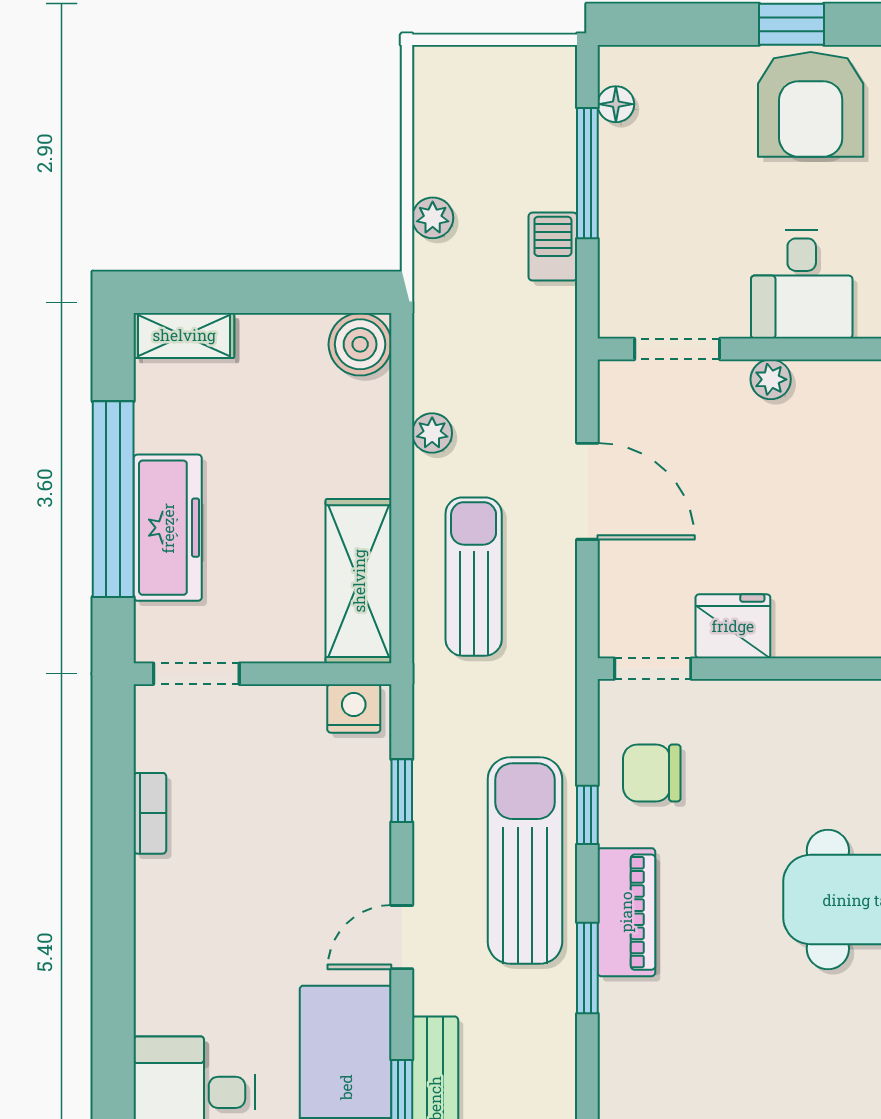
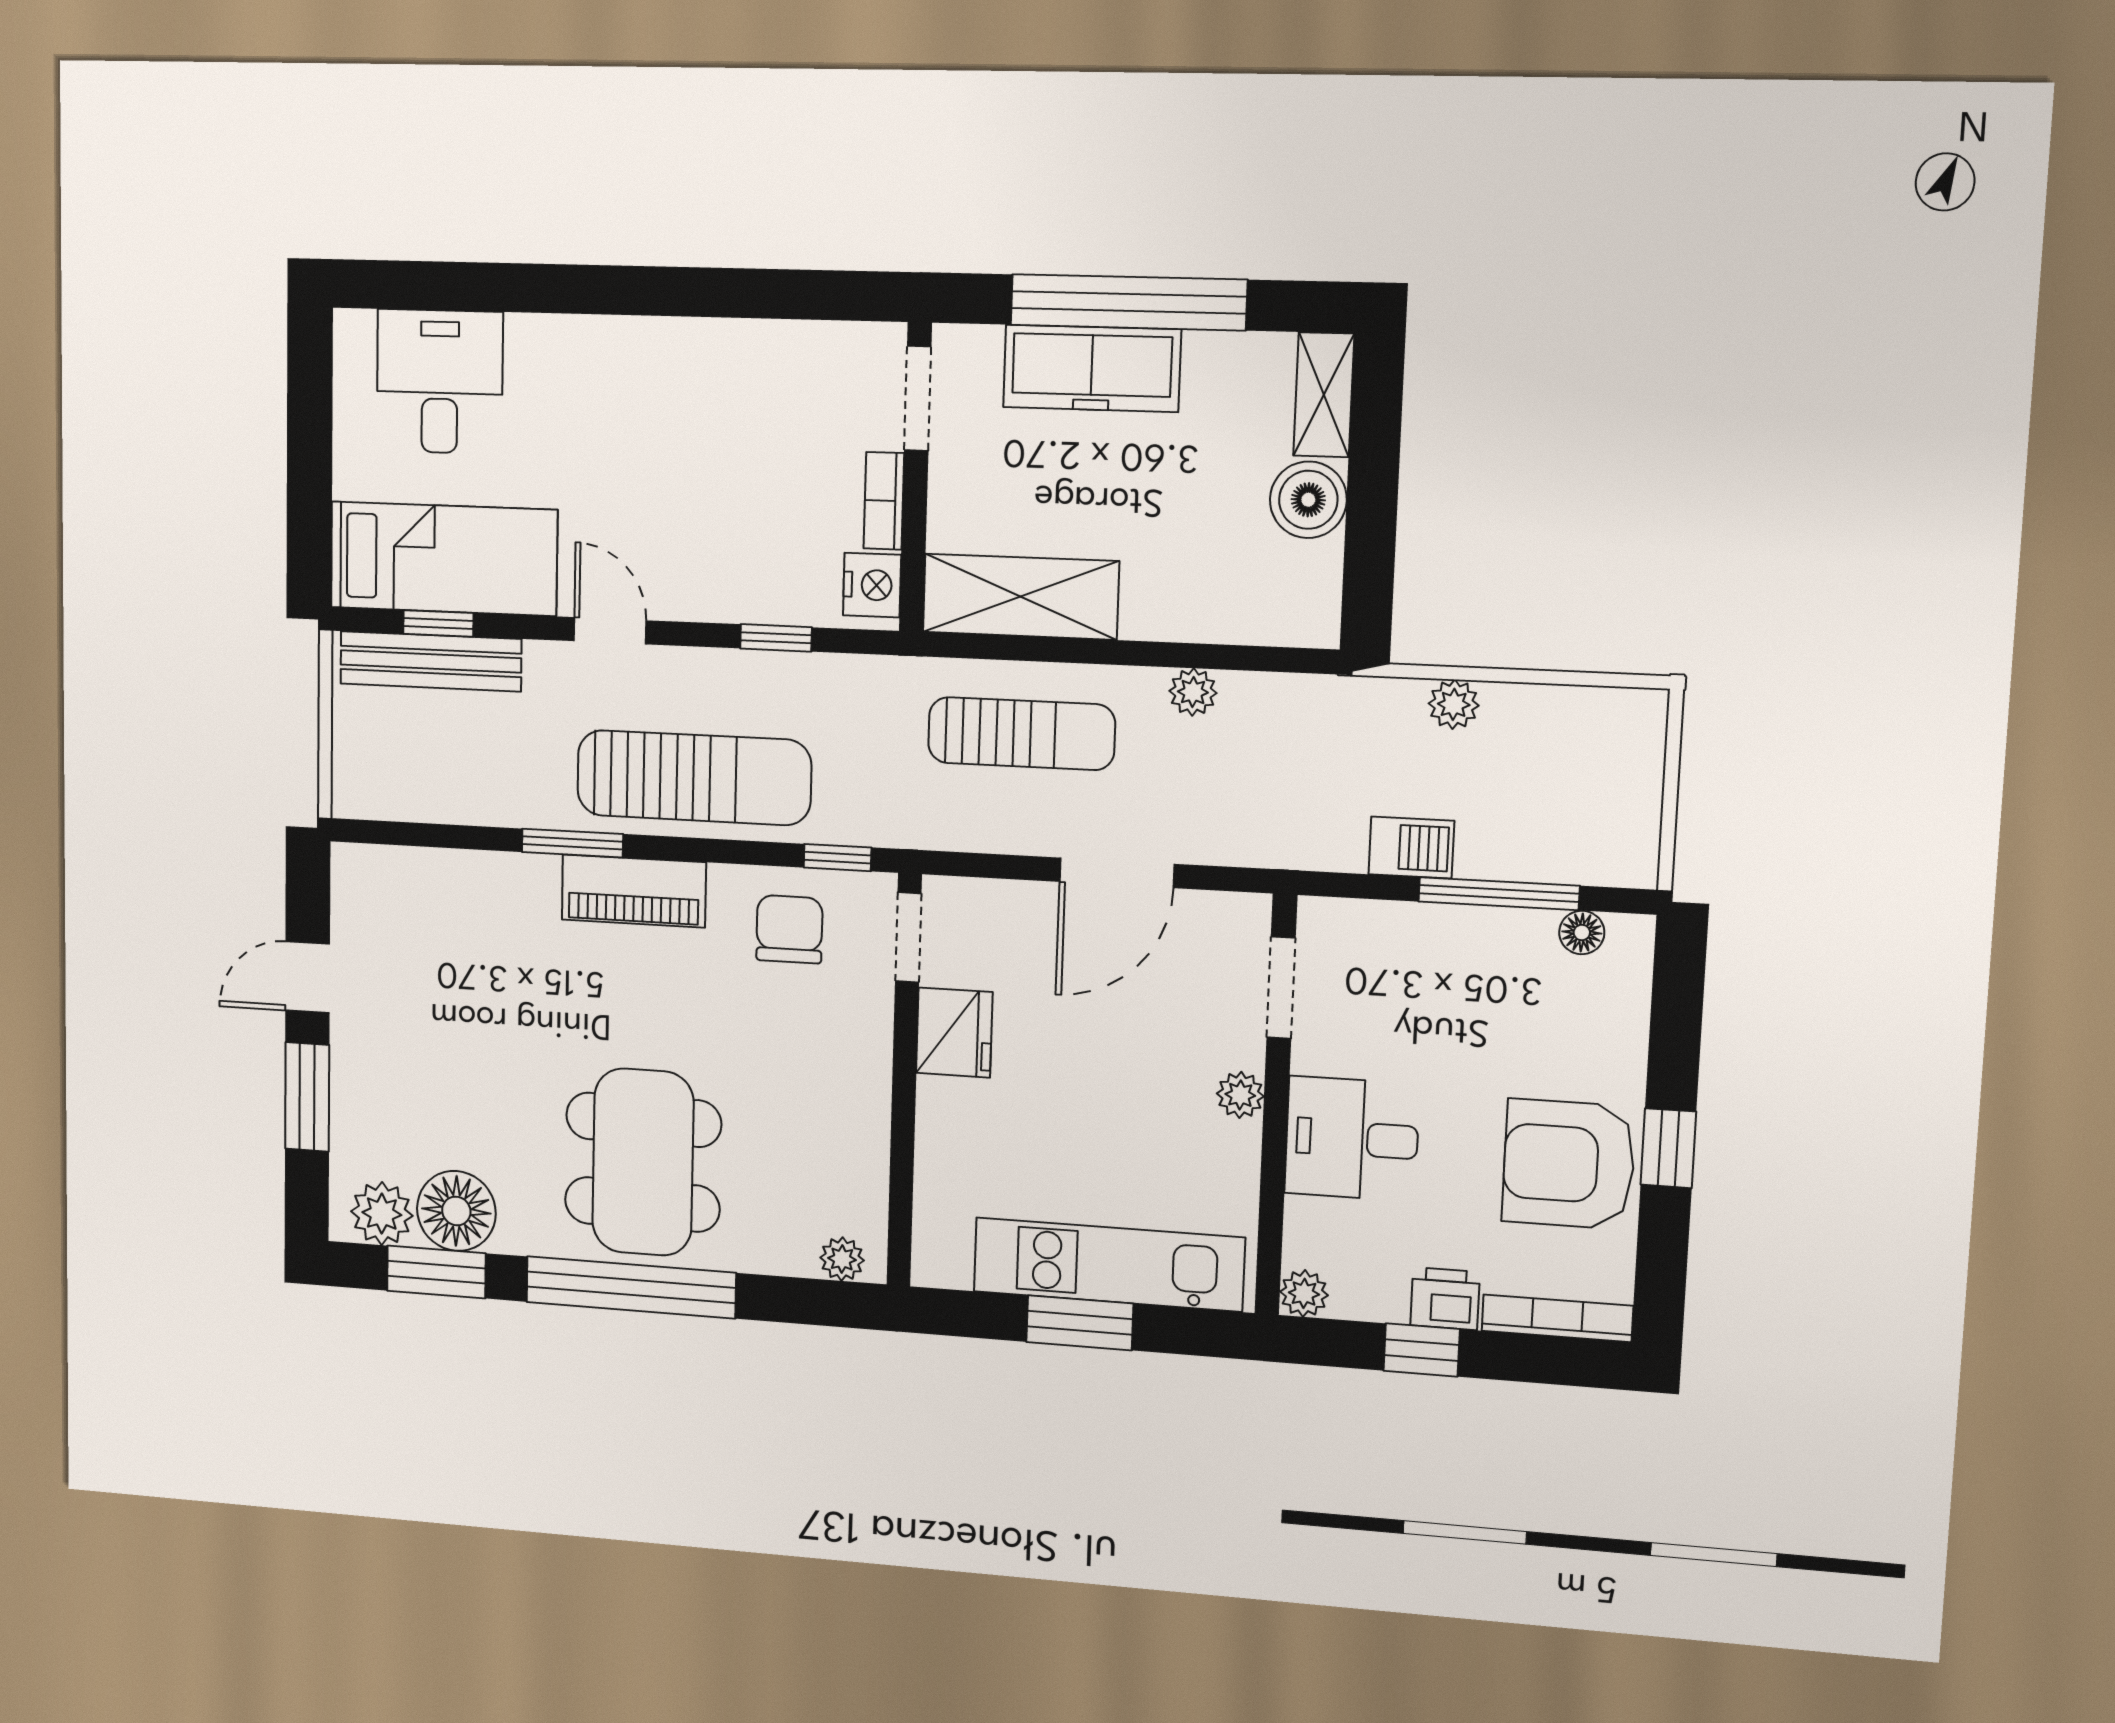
boiler: (360, 344) -> (1308, 500), moved
bookcase: (150, 813) -> (884, 501), moved, turned 90
window: (587, 815) -> (838, 858), moved

